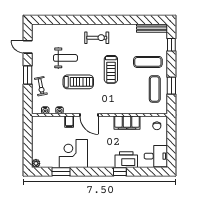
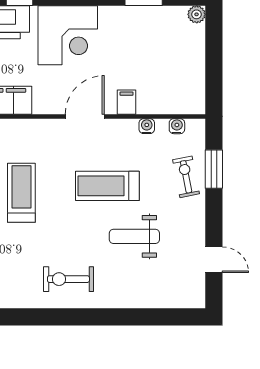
treadmill: (111, 69) -> (21, 193), moved
window: (28, 75) -> (214, 169), moved
door: (89, 115) -> (85, 116), hinge flipped
corner desk: (73, 153) -> (68, 35), moved

